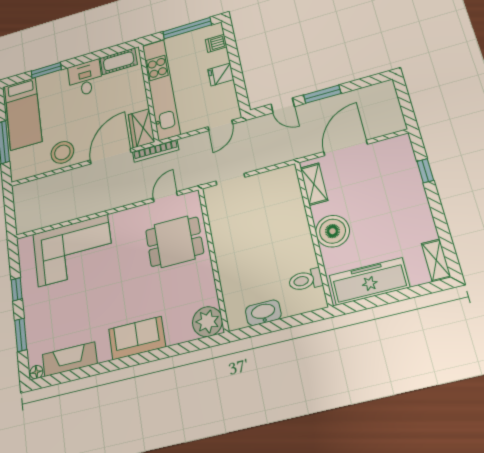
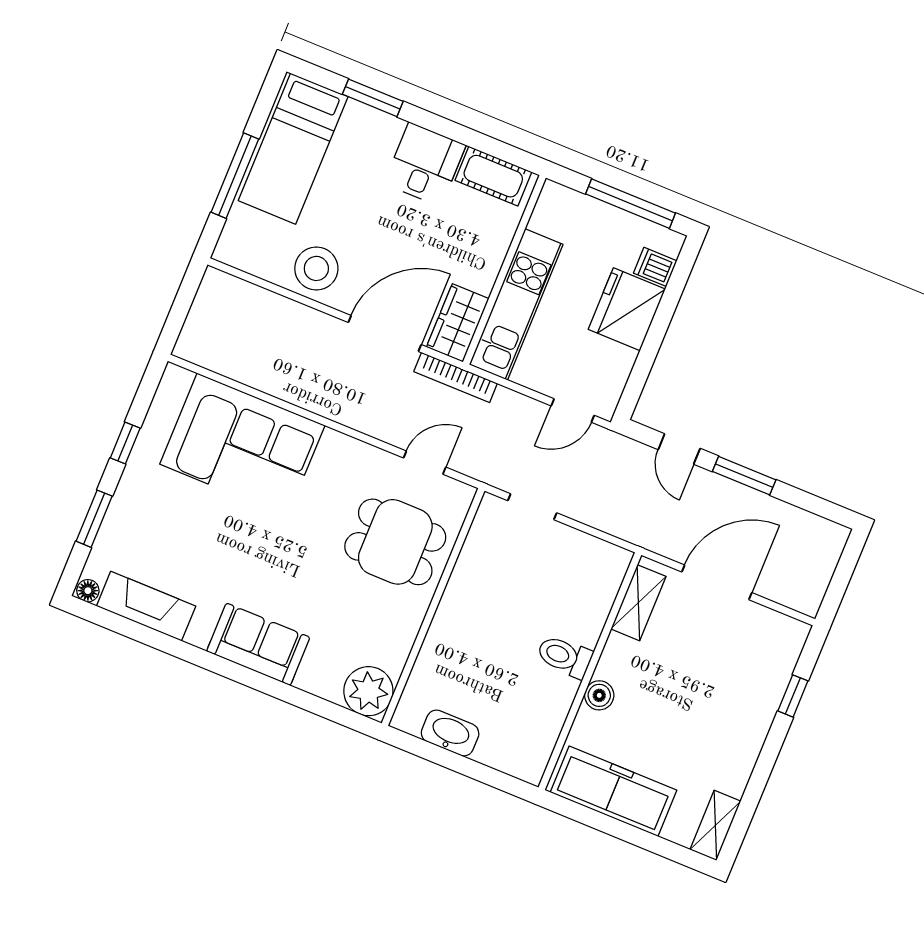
fridge: (221, 74) -> (627, 309), width x1.88, depth x1.34
kitchen unit: (161, 89) -> (516, 305), width x0.73
boiler: (333, 231) -> (599, 695), width x0.54, depth x0.54
toilet: (306, 280) -> (564, 656), moved

